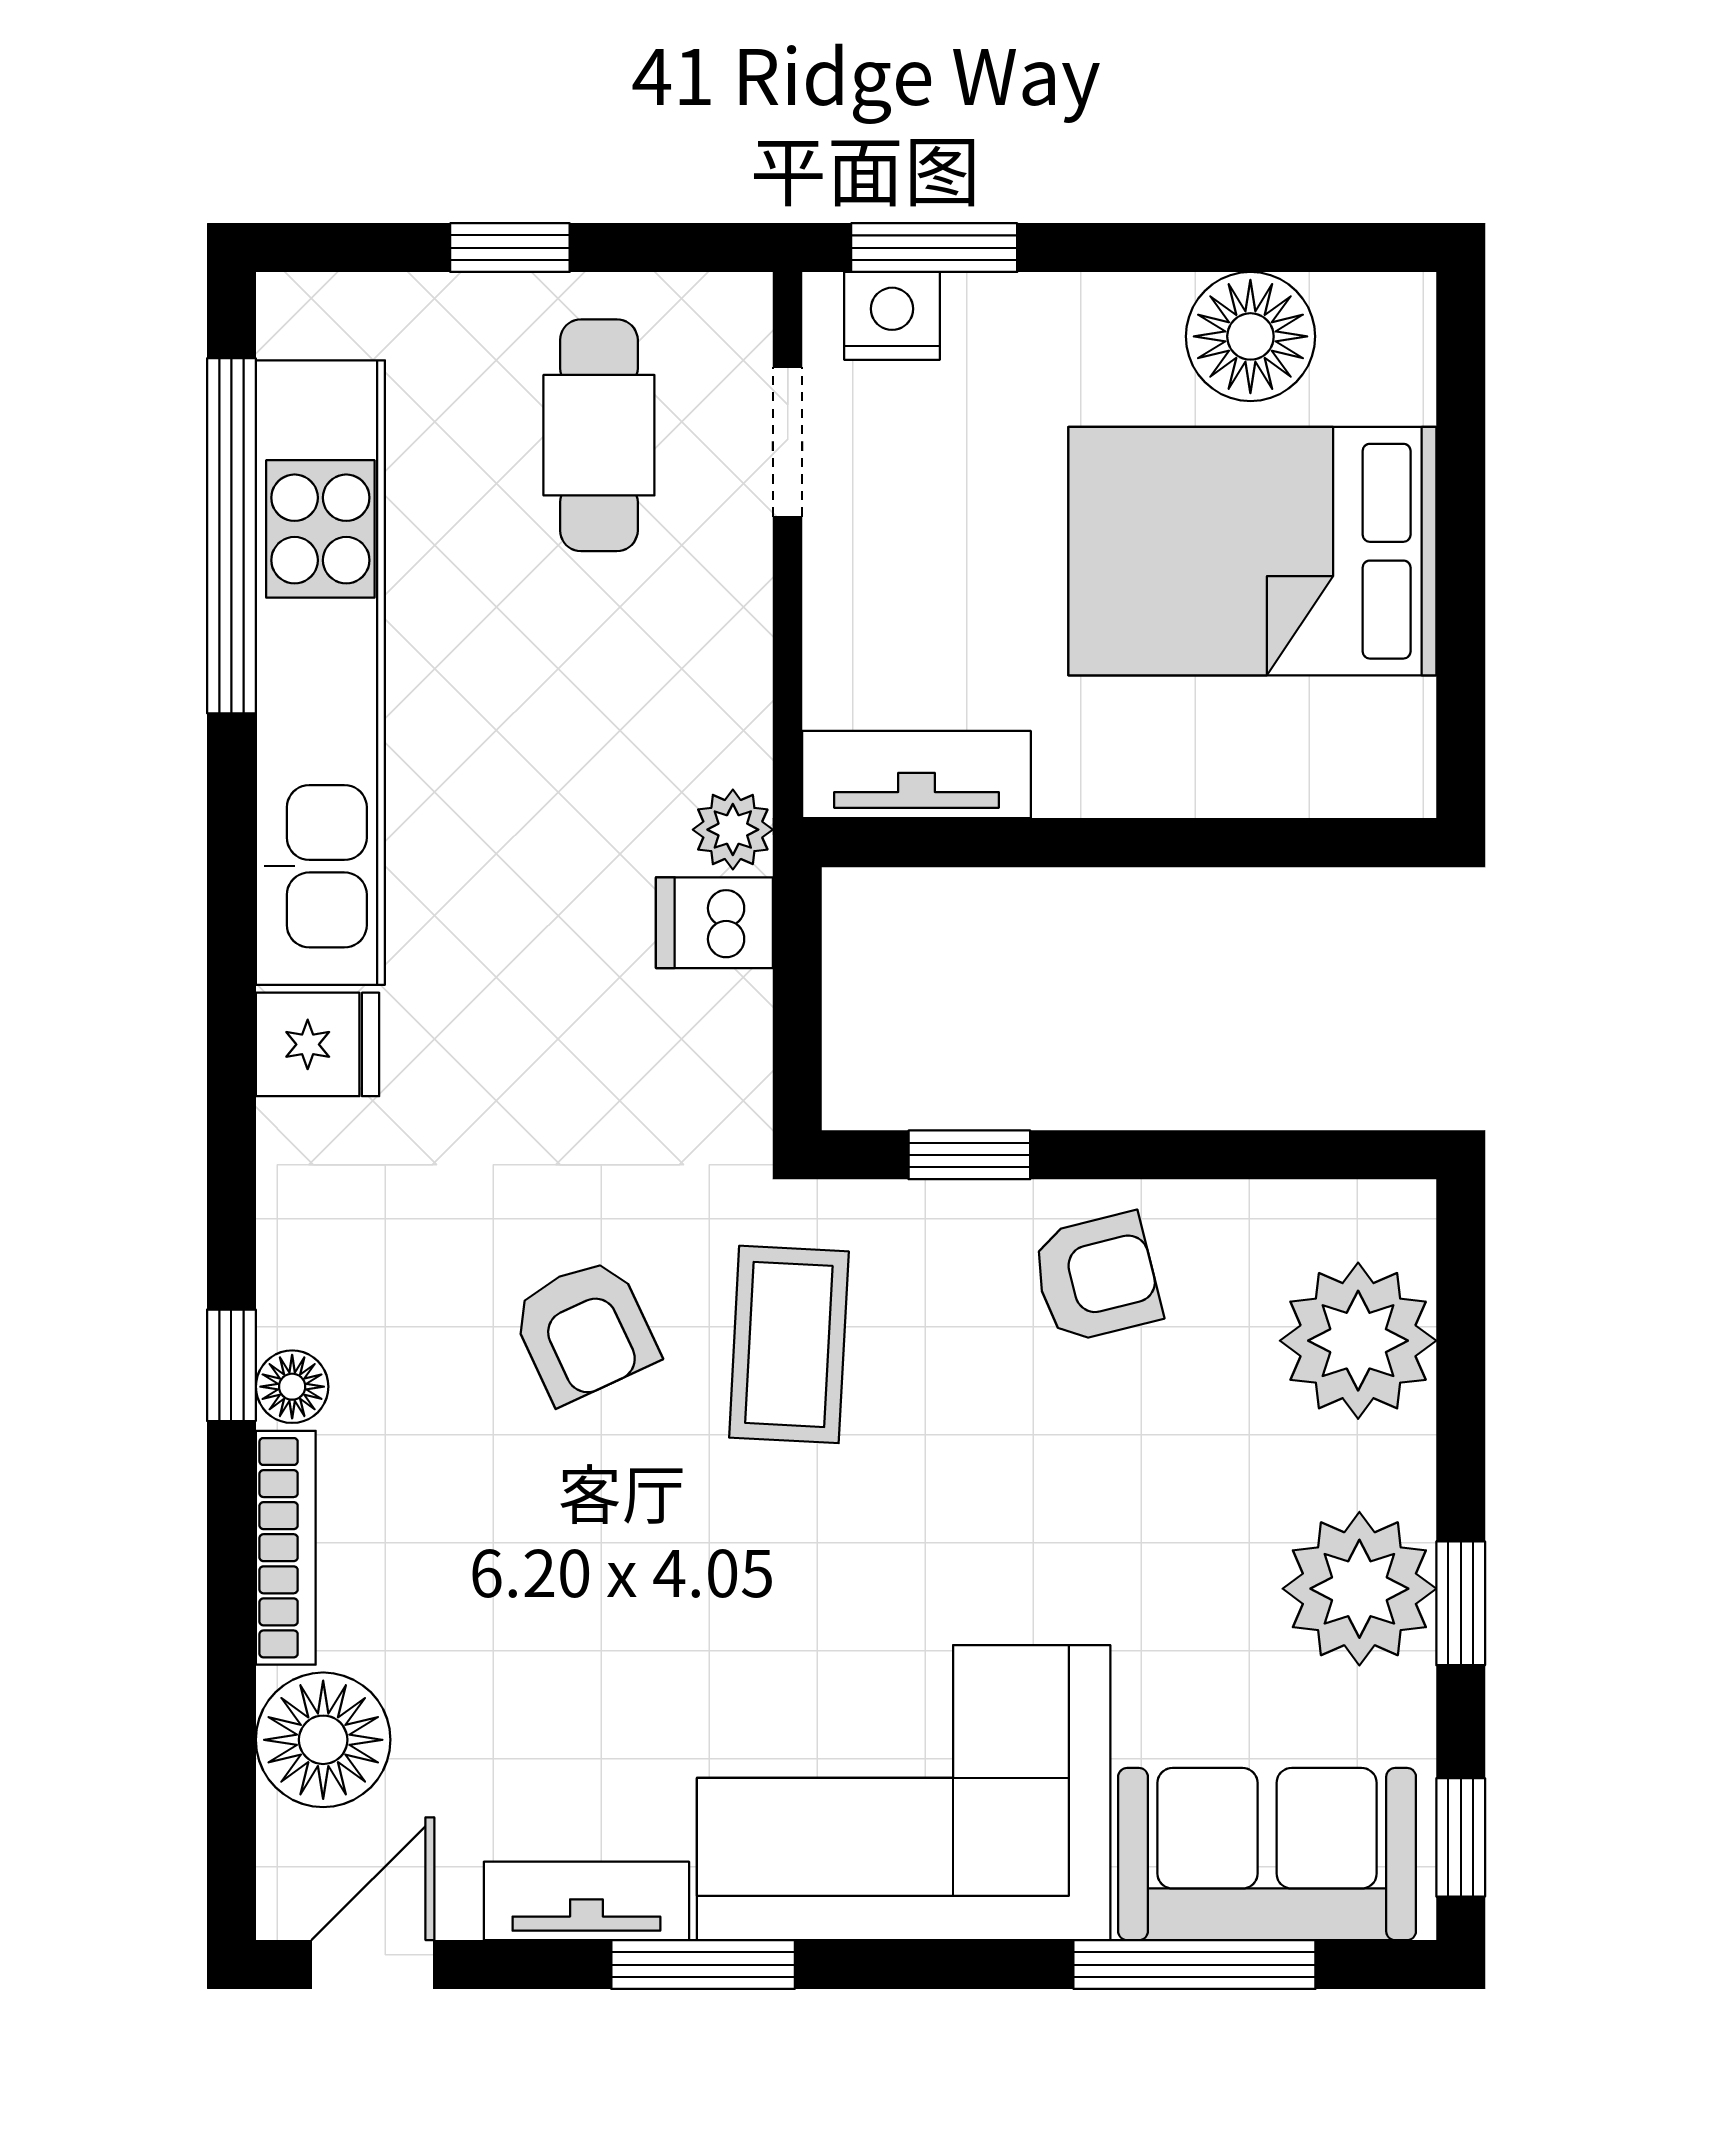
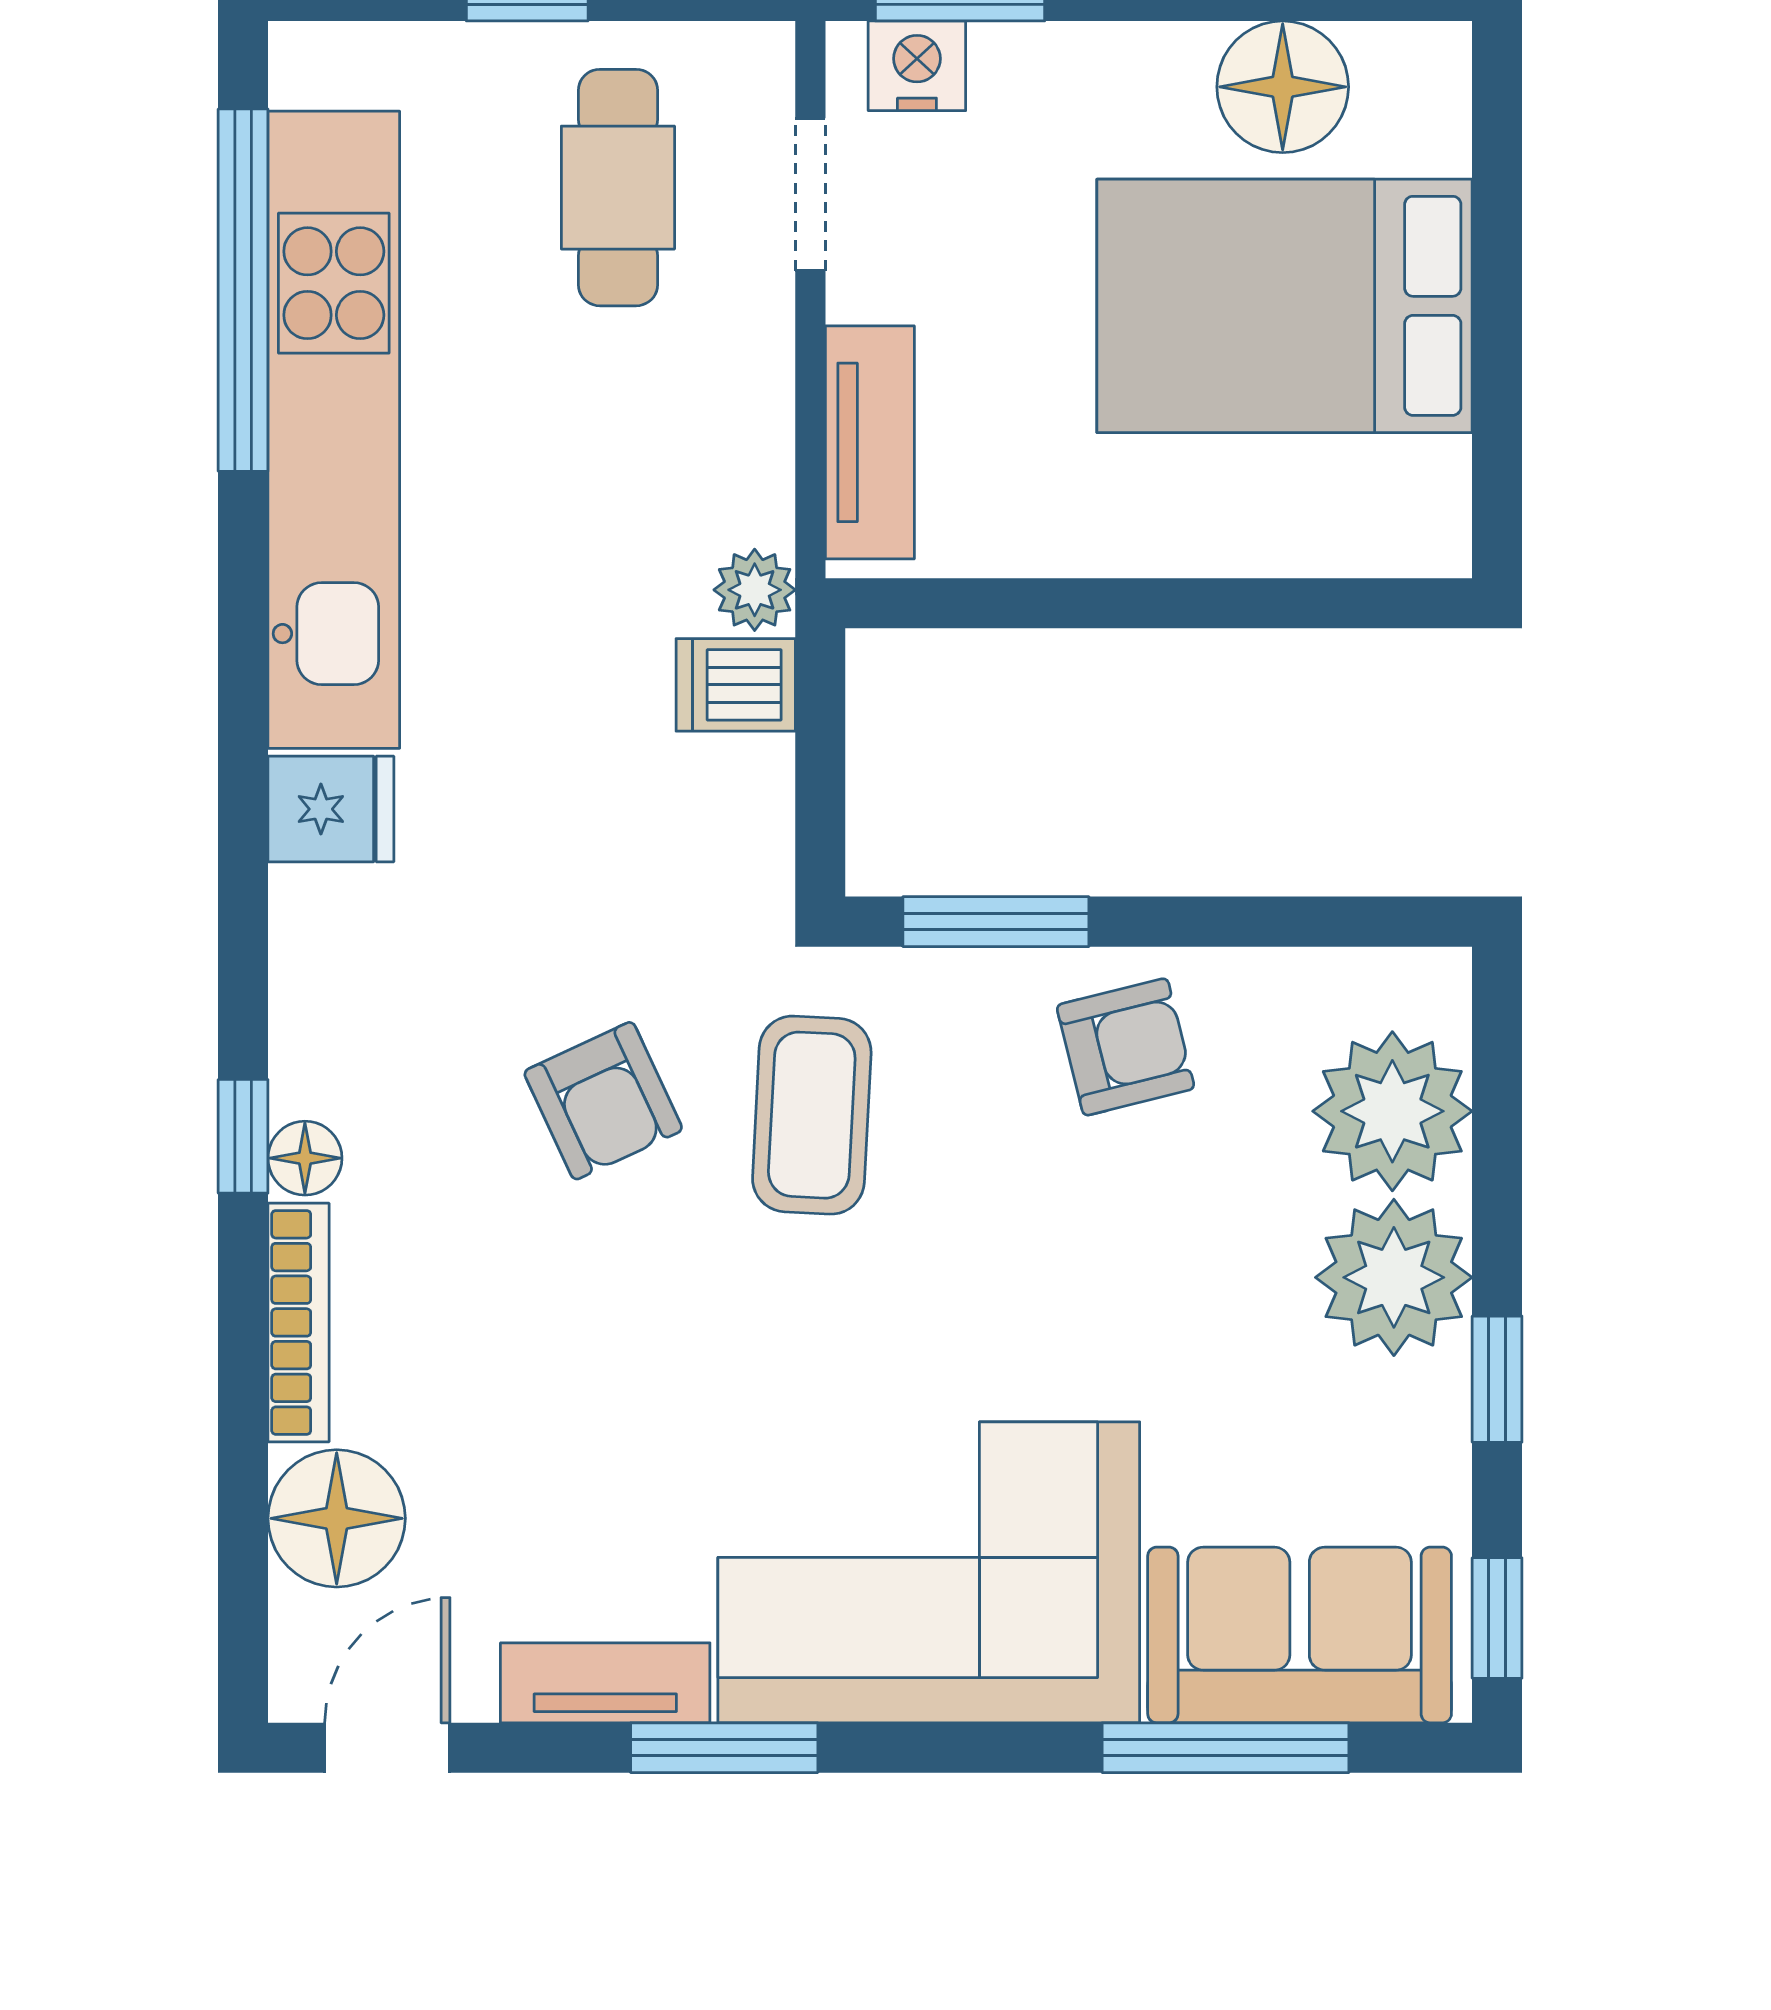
tv unit: (916, 775) -> (870, 442), moved, turned 90
window: (969, 1155) -> (996, 922), width x1.50
plant: (1359, 1589) -> (1394, 1277), moved

